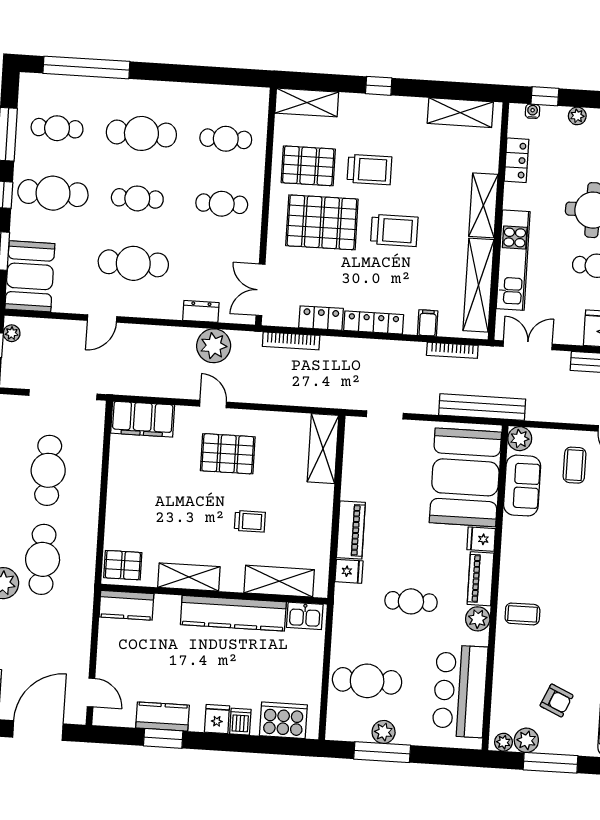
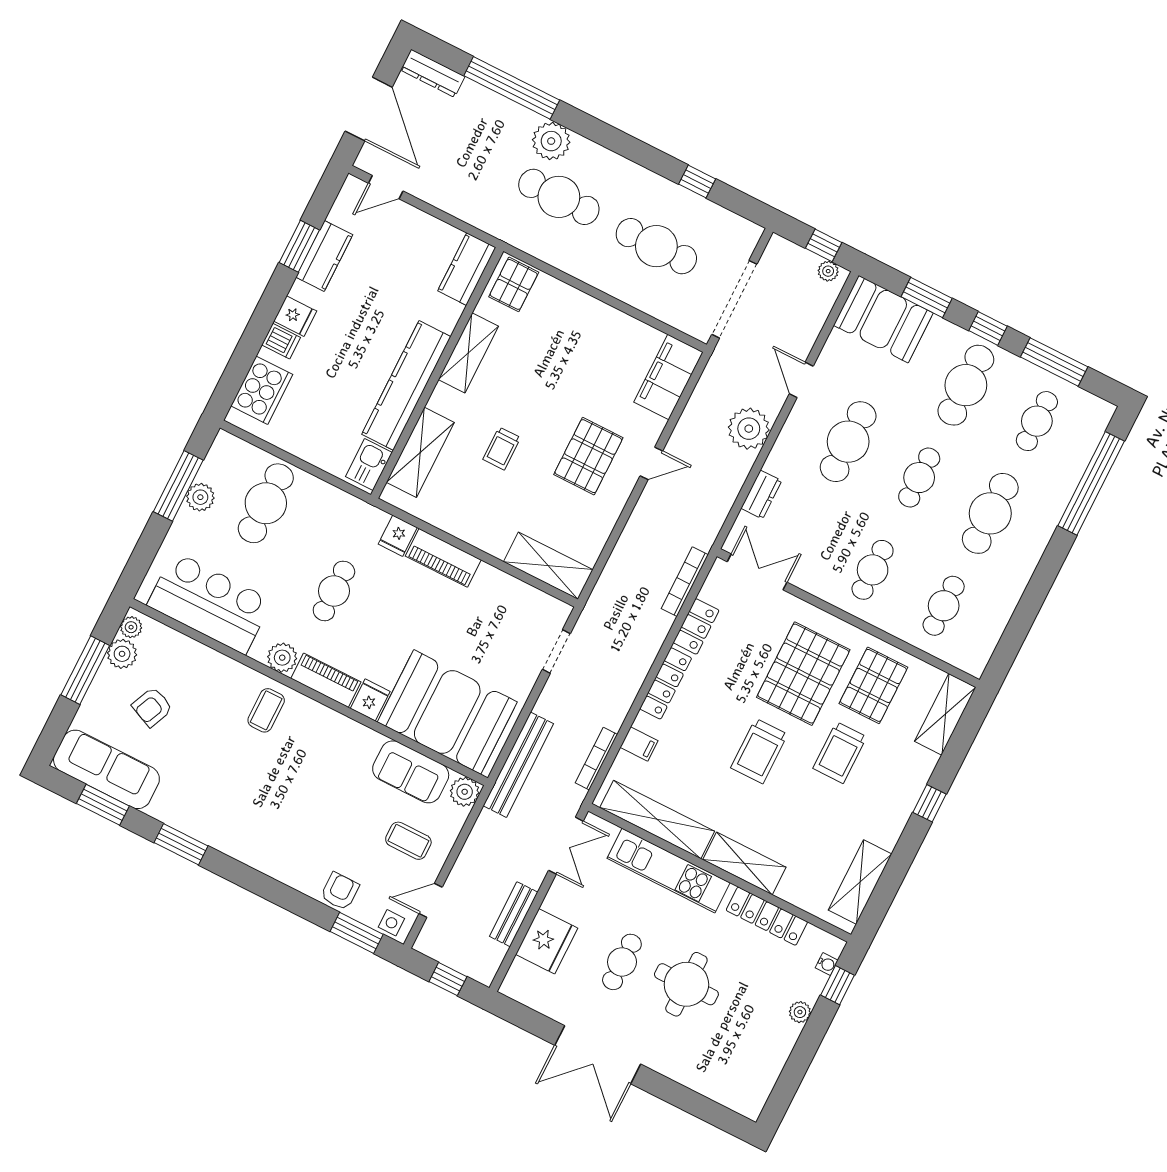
locker: (517, 160) -> (767, 916), width x1.53
plant: (214, 346) -> (749, 429), moved

